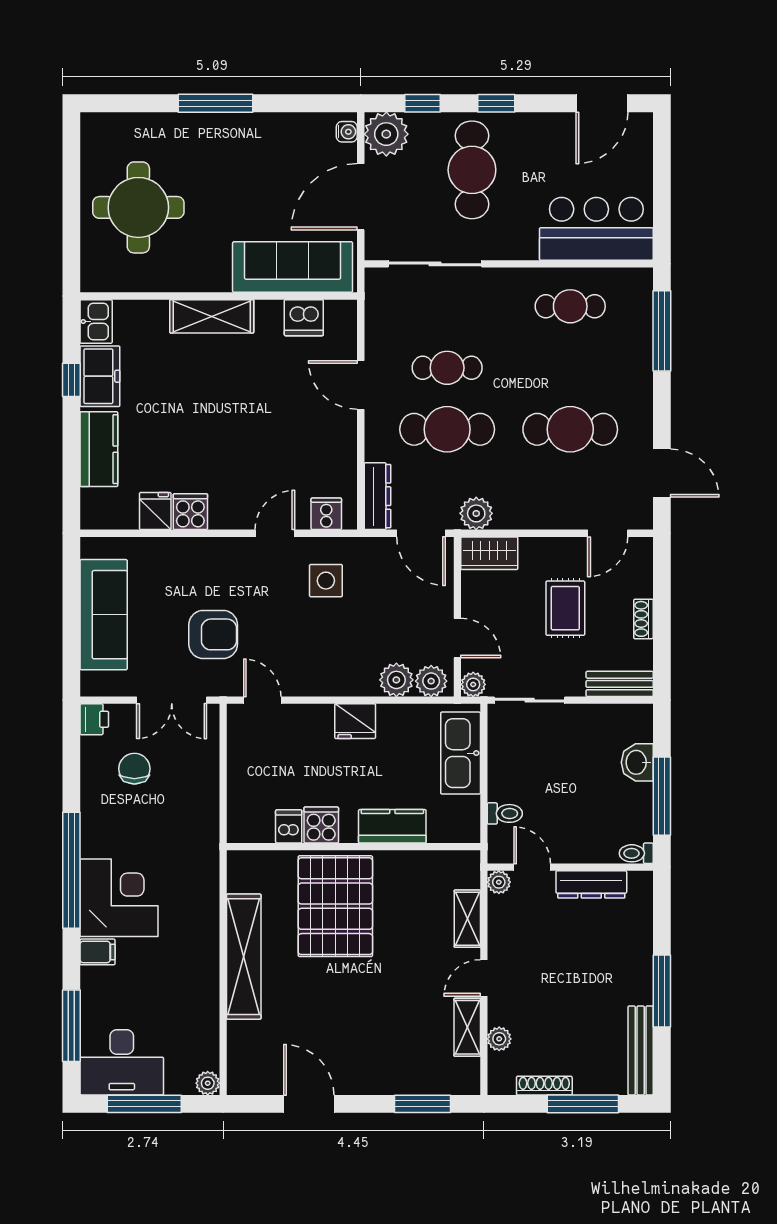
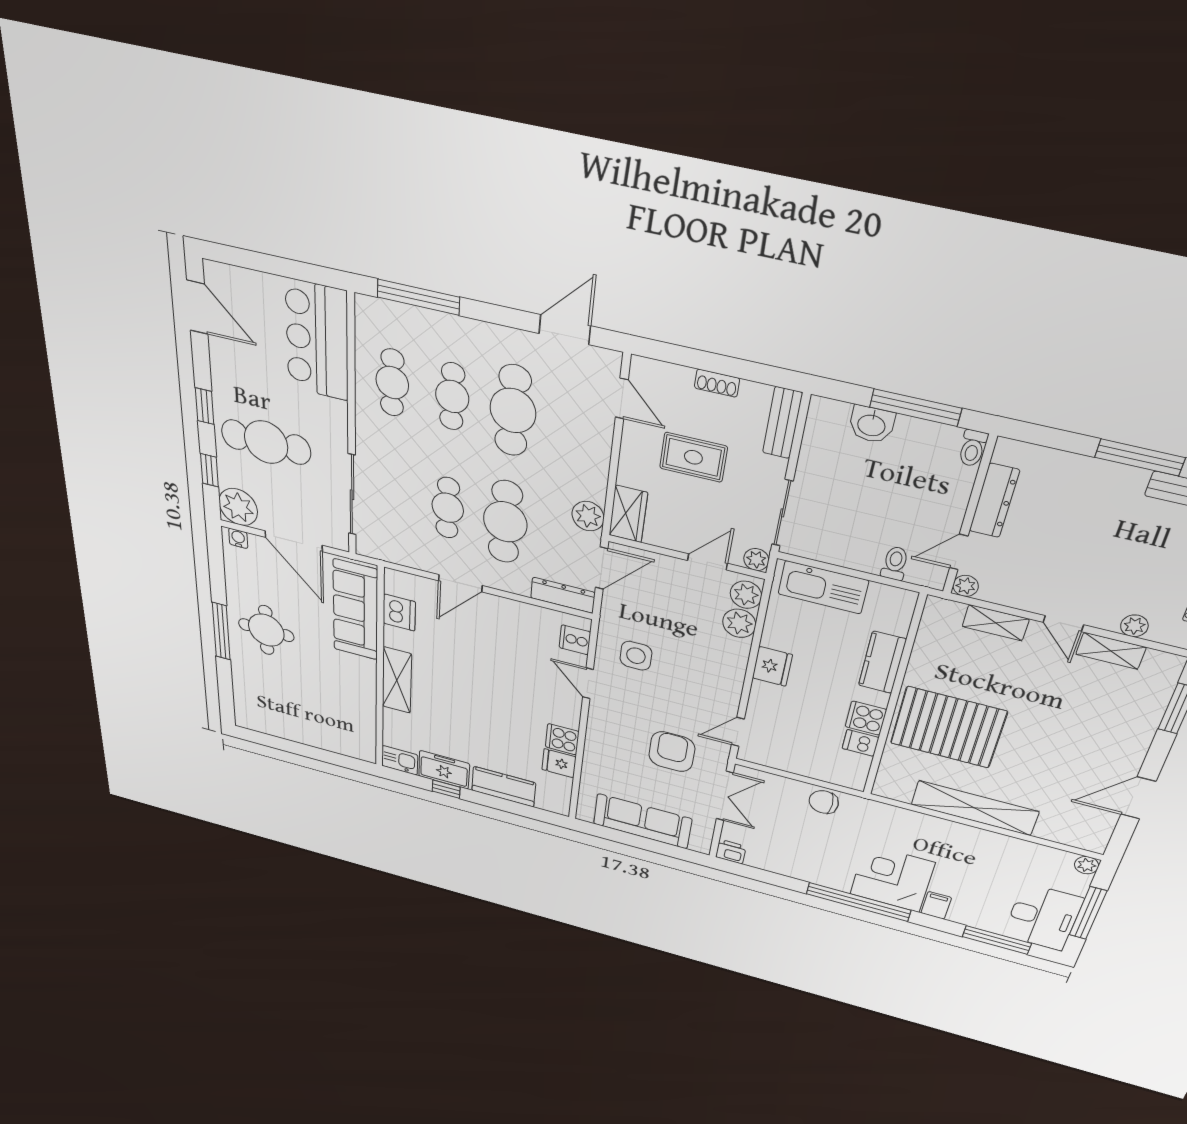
round table: (138, 207) -> (266, 630), moved, width x0.73, depth x0.73
cafe table: (570, 368) -> (452, 396), added
chair: (134, 769) -> (824, 802), moved

